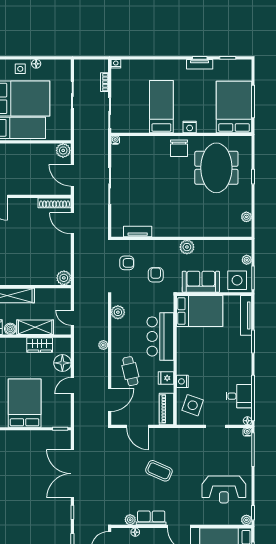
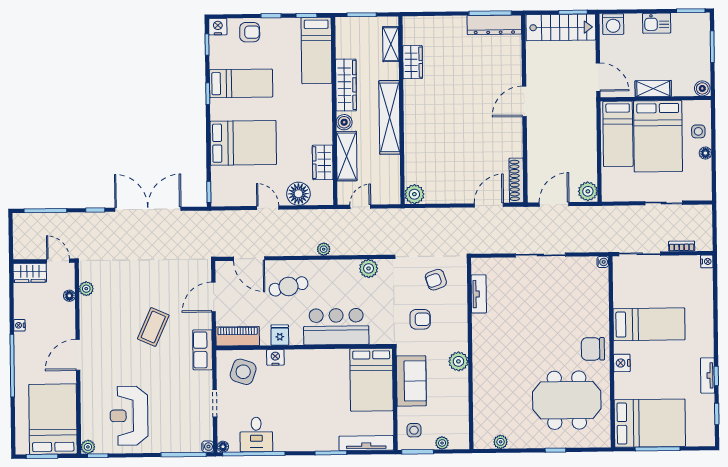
armchair: (127, 263) -> (436, 280), turned 71
side table: (237, 280) -> (414, 430), width x0.54, depth x0.54
row of seats: (151, 518) -> (203, 350), moved, turned 180

